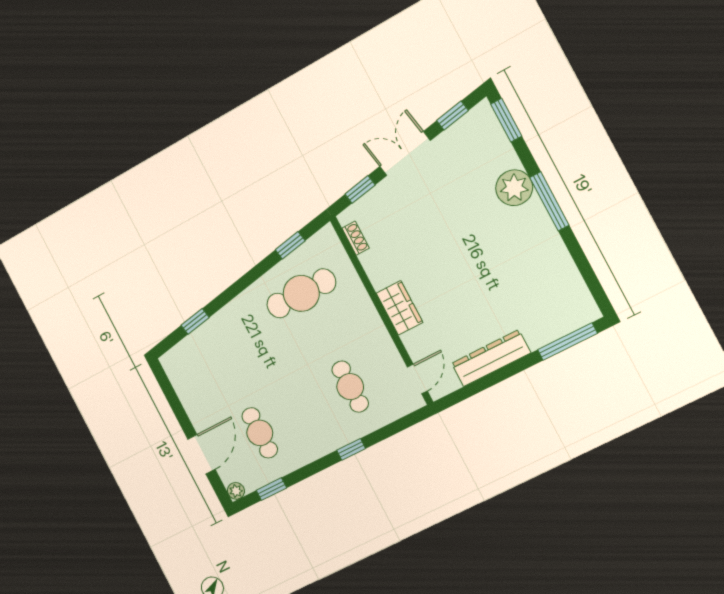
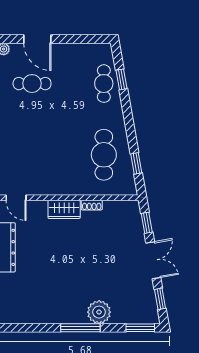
shoe rack: (356, 238) -> (92, 205), moved
cafe table: (350, 387) -> (104, 84), moved, turned 90

